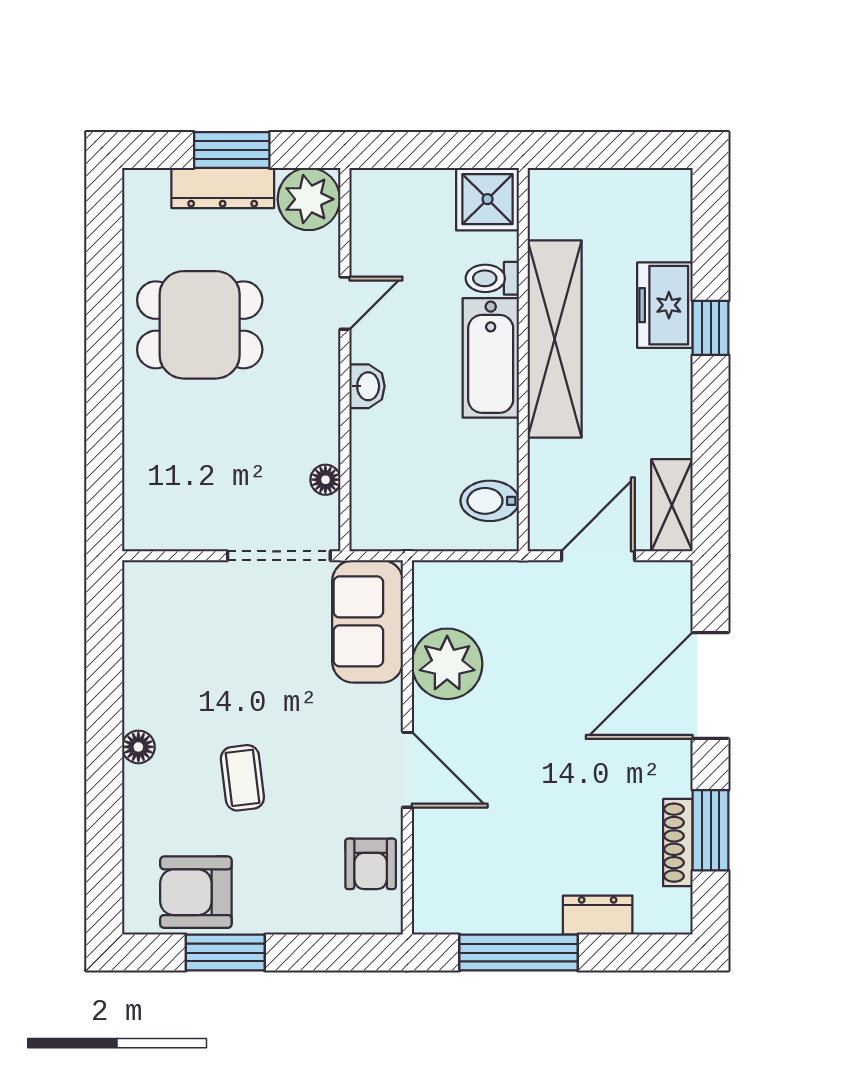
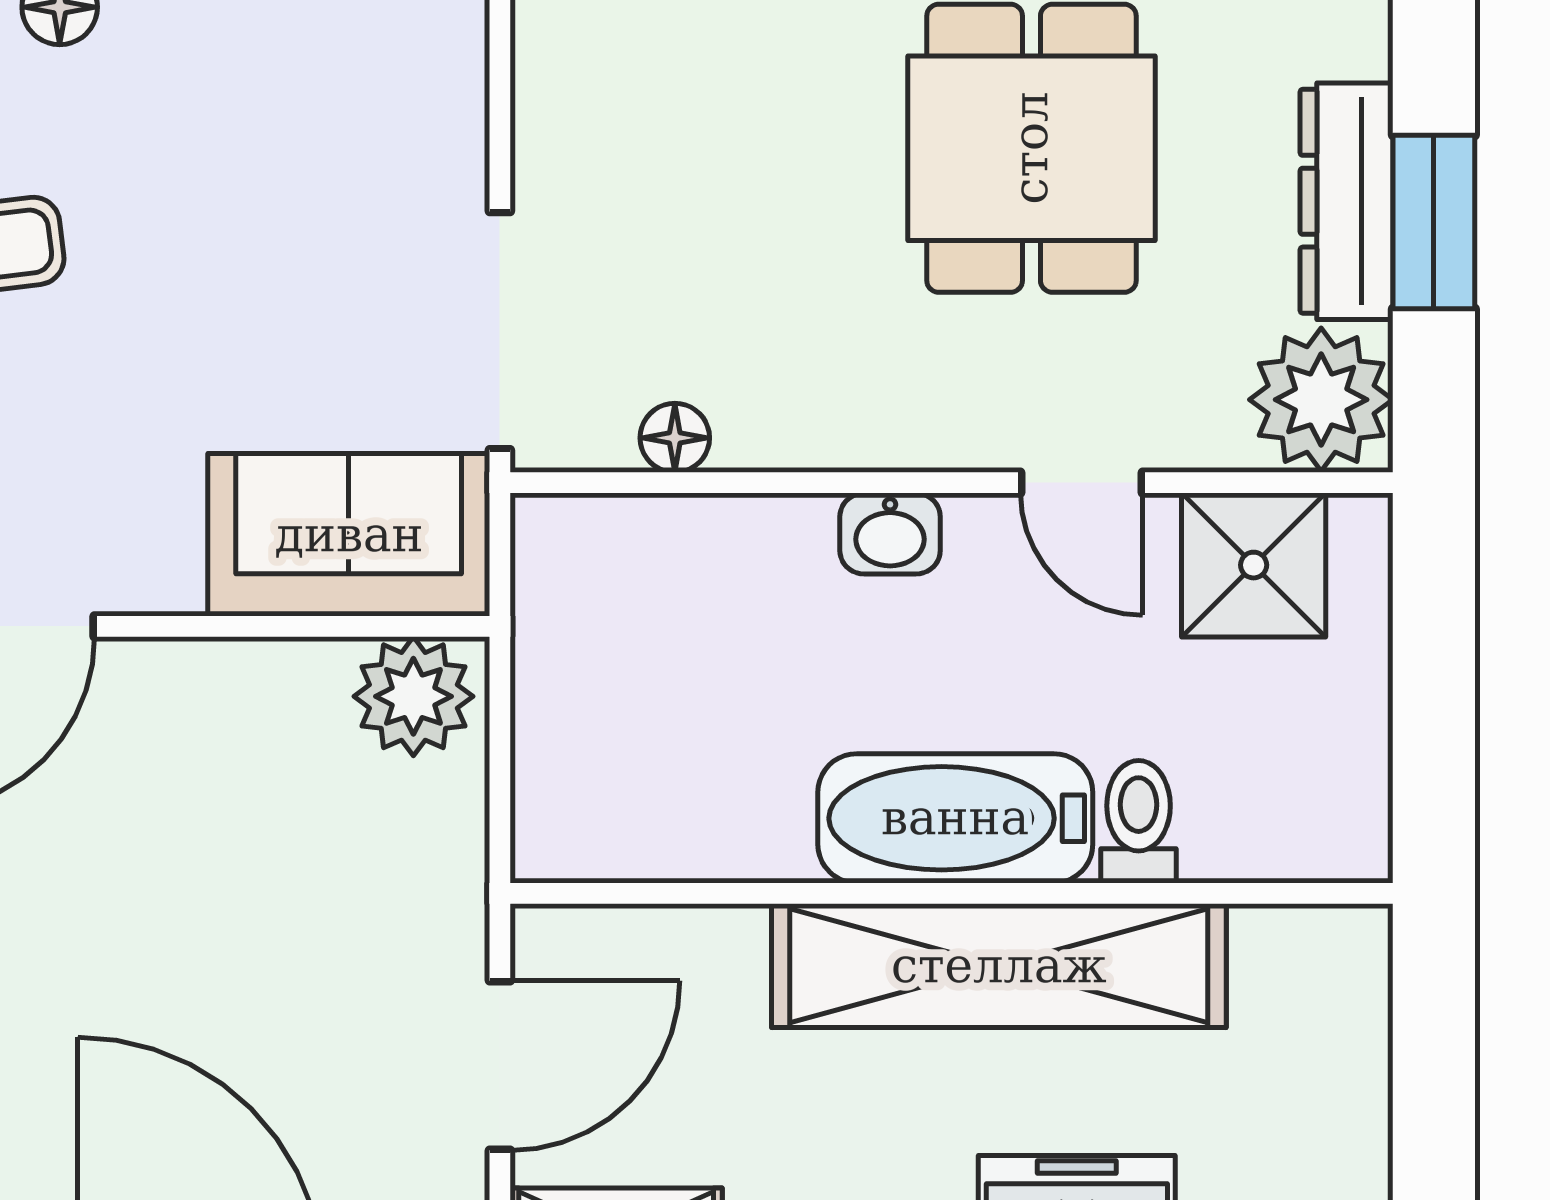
shower: (488, 199) -> (1254, 565), moved
bidet: (490, 501) -> (626, 816), removed
door: (598, 556) -> (500, 1066), hinge flipped
plant: (447, 664) -> (413, 696), moved, width x0.73, depth x0.73

